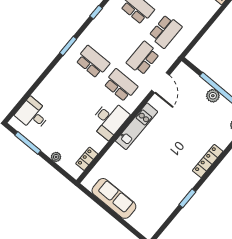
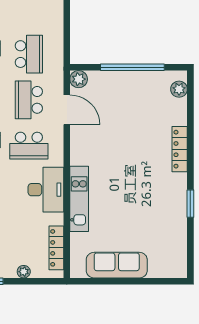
school desk: (121, 85) -> (29, 146), turned 180
plant: (213, 96) -> (79, 79), moved
kitchen unit: (137, 126) -> (79, 199), moved
locker: (87, 159) -> (56, 248), width x1.53

